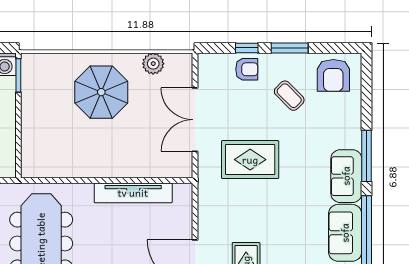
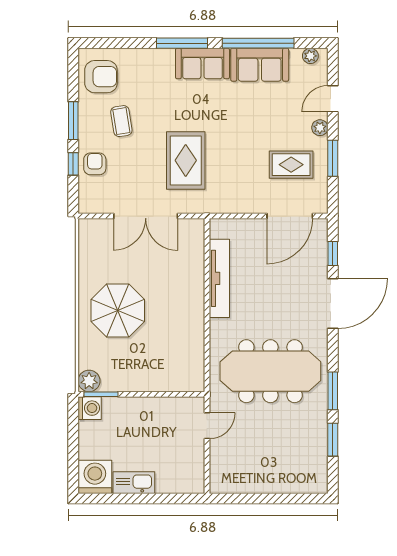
plant: (153, 64) -> (89, 381), moved
coffee table: (289, 96) -> (121, 121), turned -54

